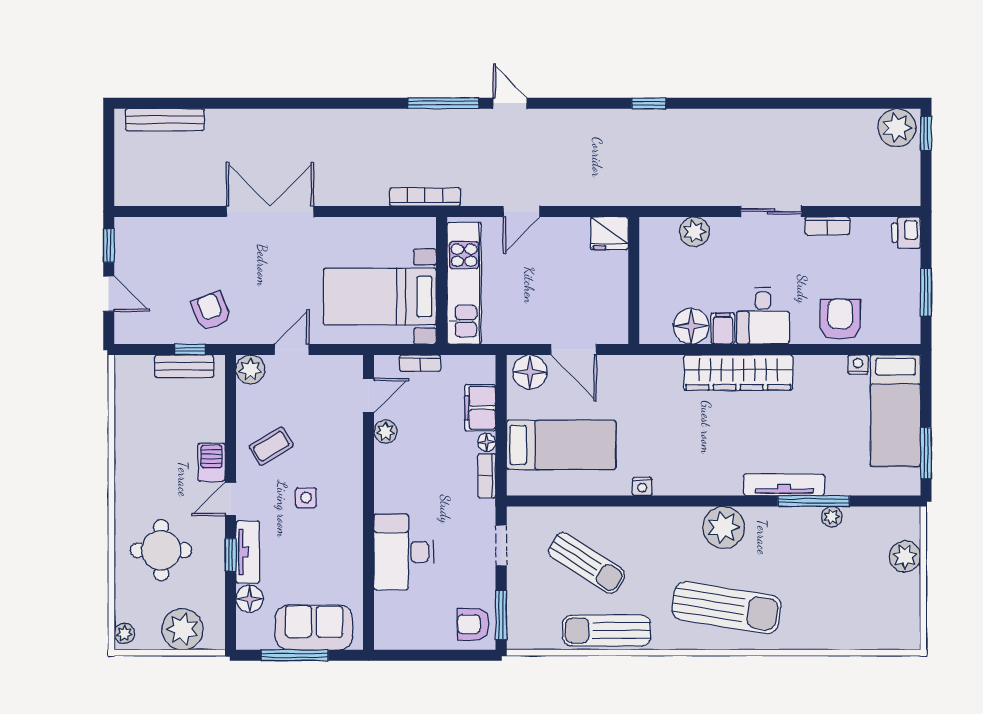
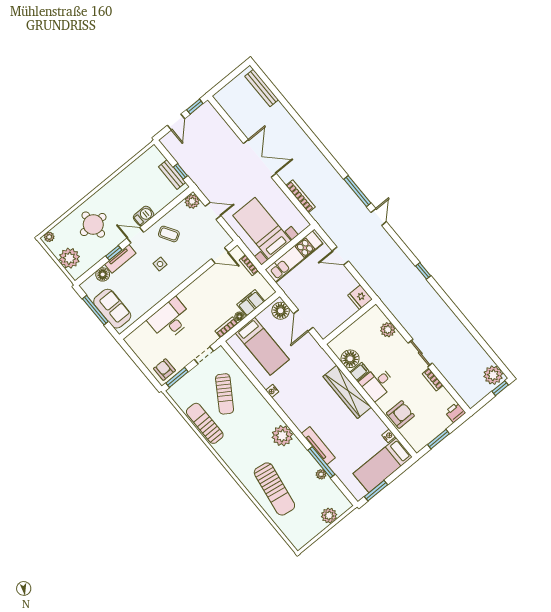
bookcase: (425, 197) -> (300, 196), moved
armchair: (211, 311) -> (202, 167), removed
plant: (385, 432) -> (211, 274), removed
sun lounger: (727, 608) -> (274, 489), moved

